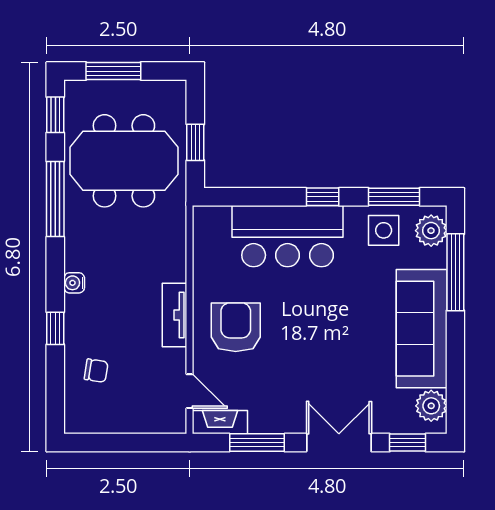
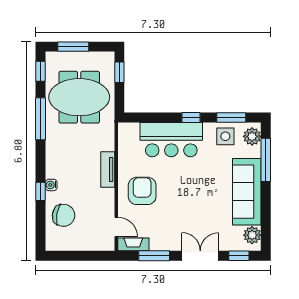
window: (195, 142) -> (119, 72), moved
water cooler: (74, 283) -> (51, 185), moved
tv unit: (175, 315) -> (108, 169), moved
chair: (96, 371) -> (64, 215), width x1.87, depth x1.87

